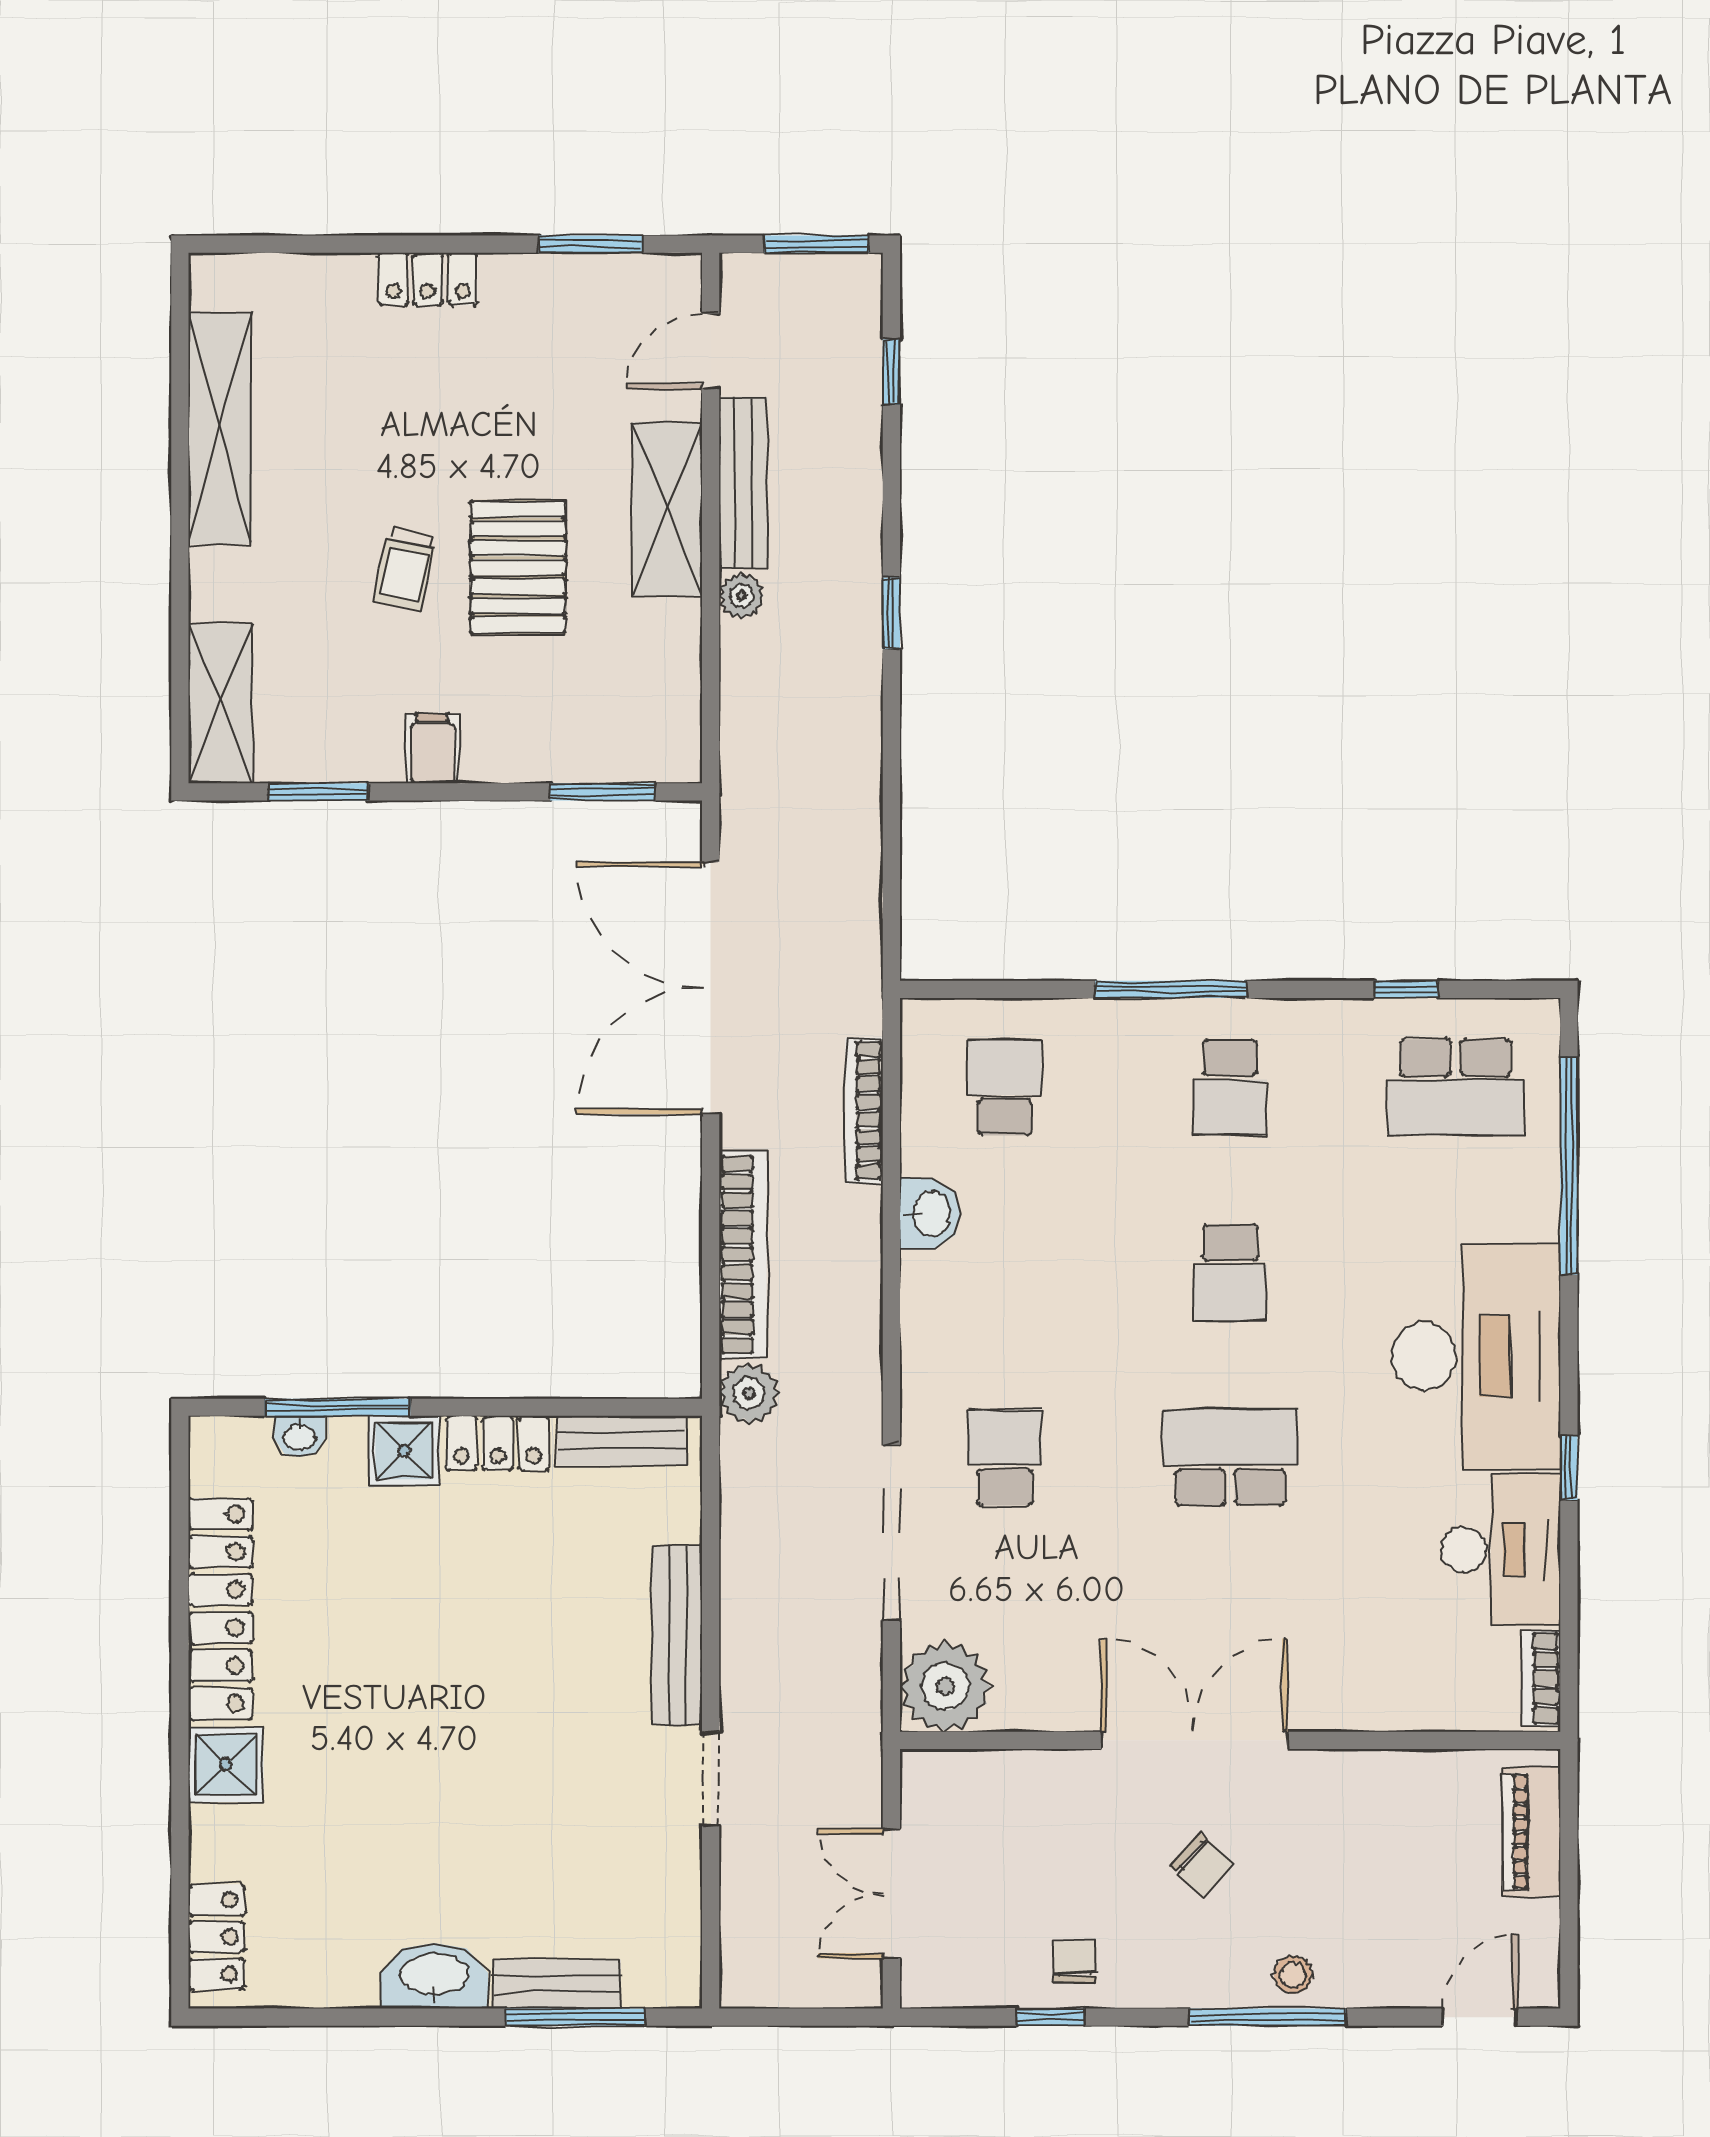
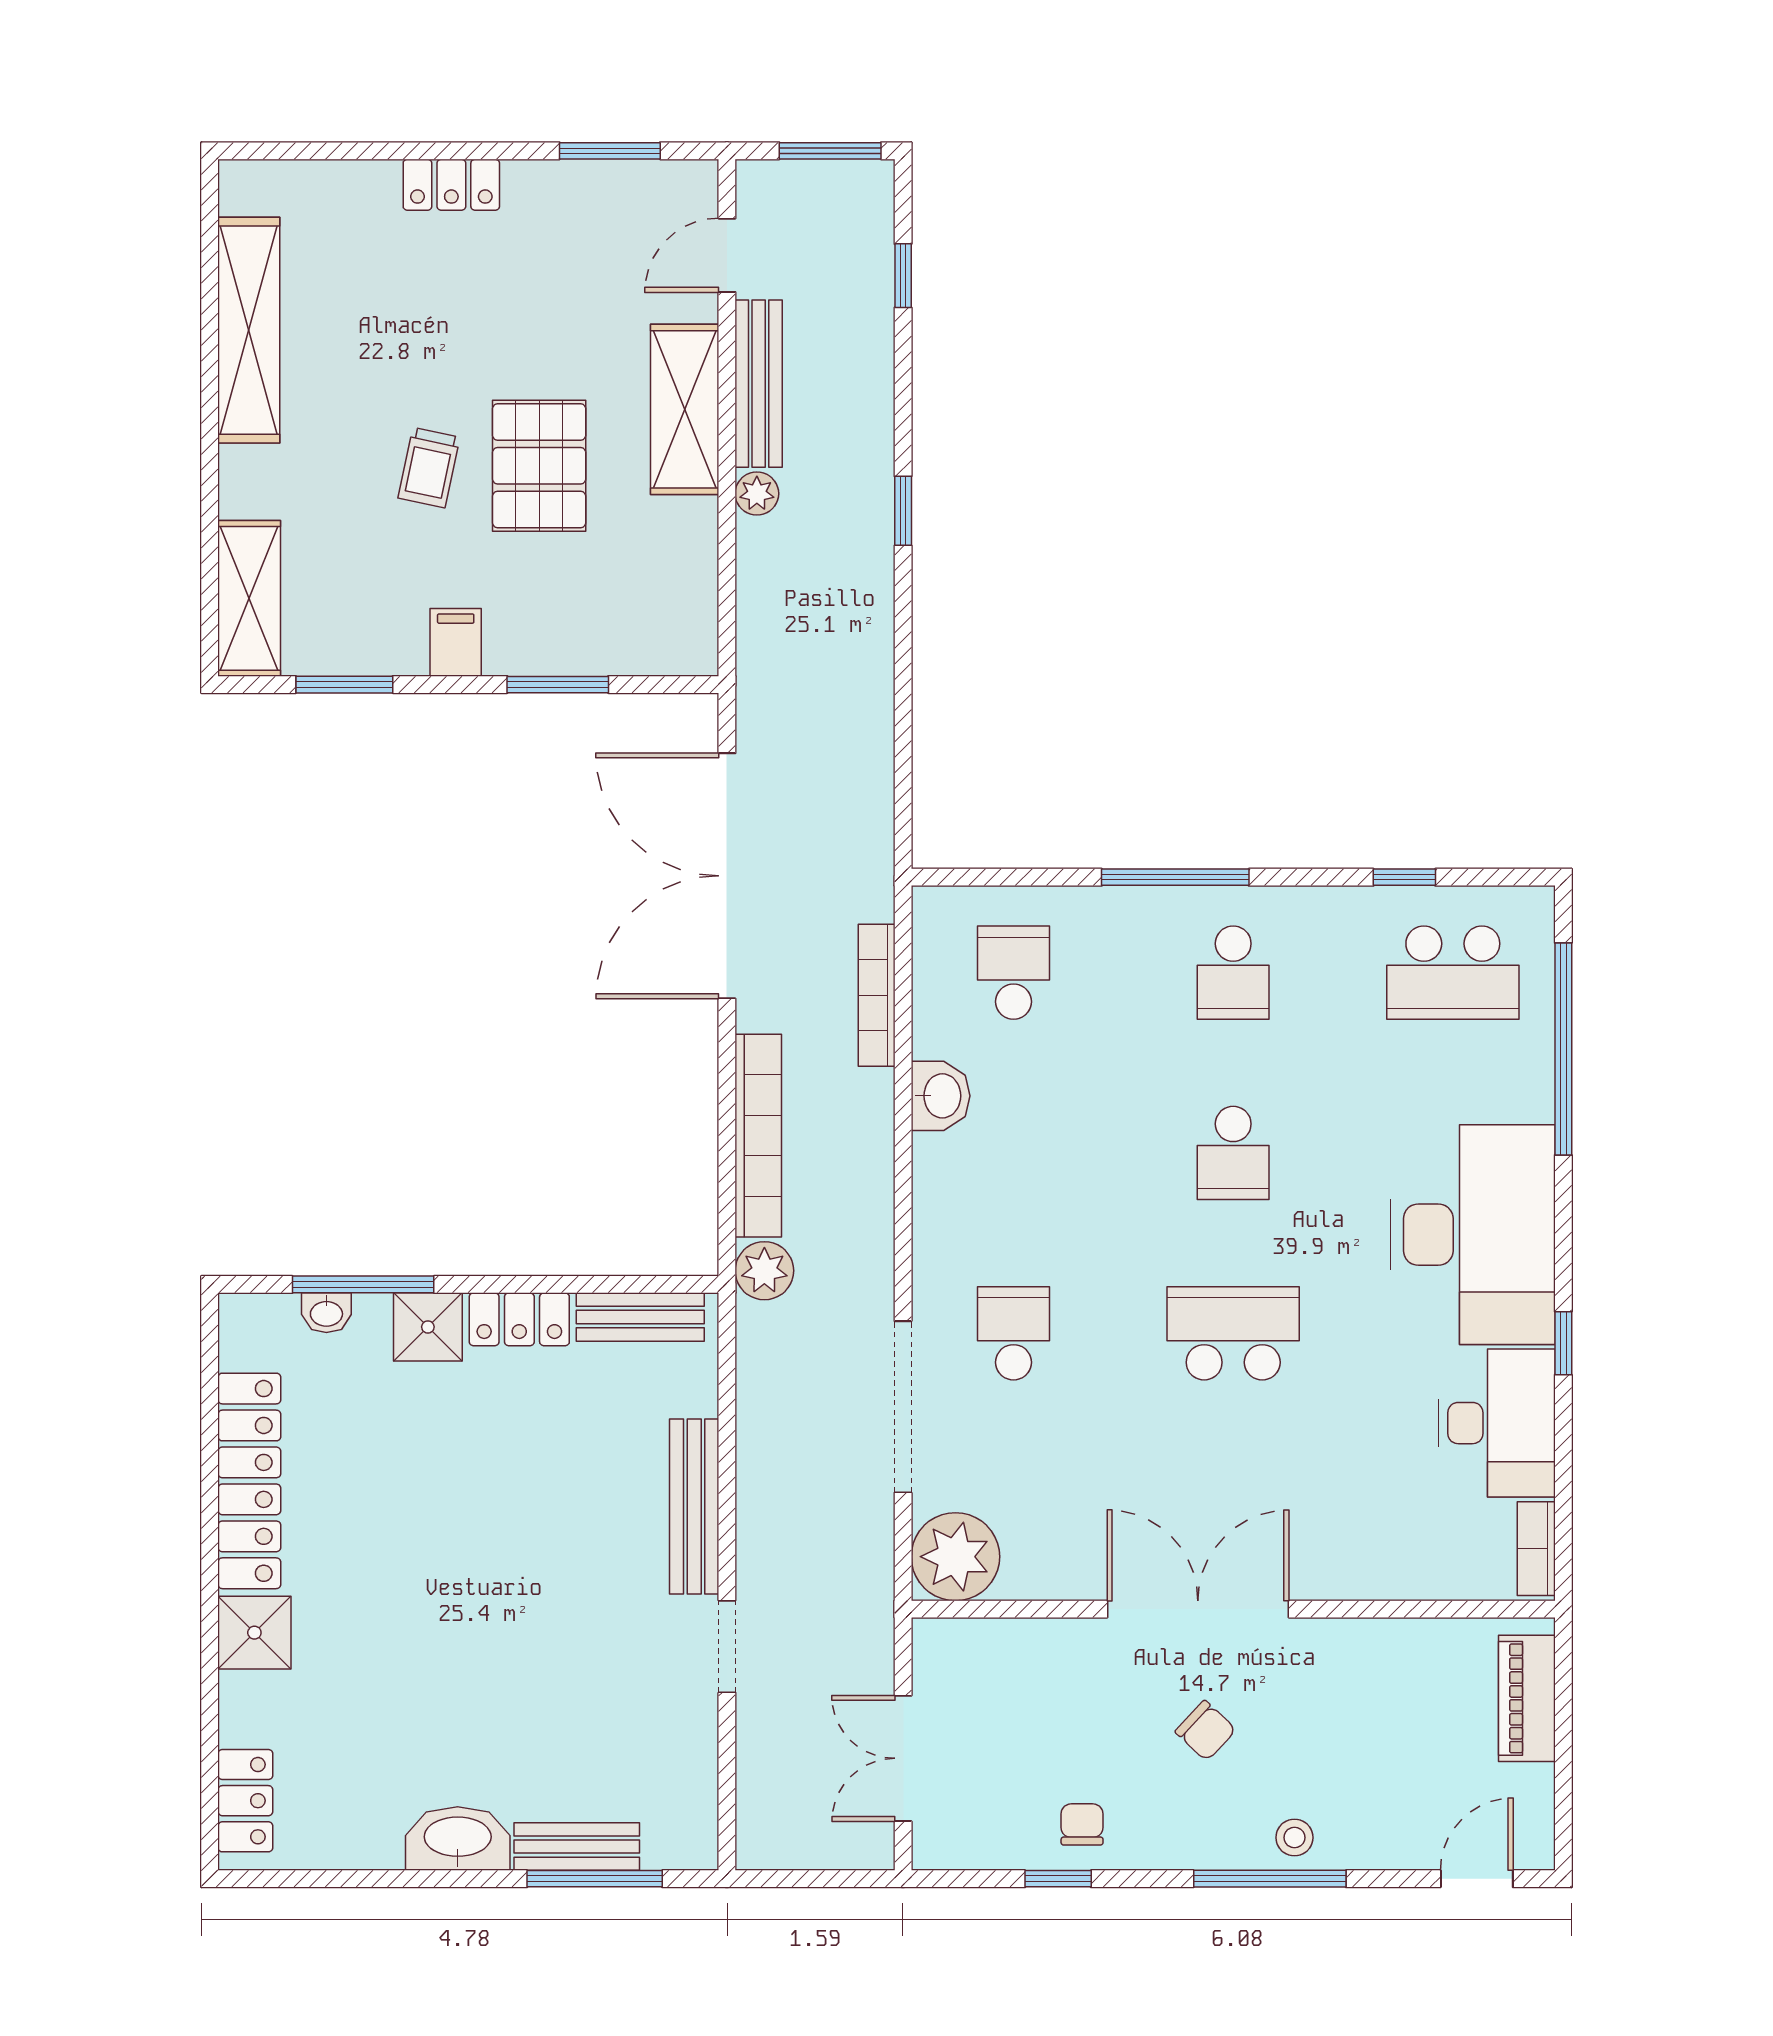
window: (602, 792) -> (558, 685), moved

